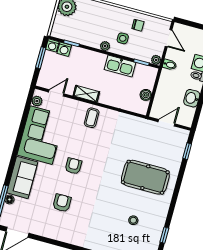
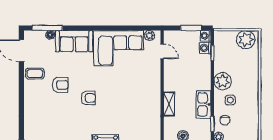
chair: (138, 25) -> (225, 120), moved
plant: (105, 46) -> (223, 81), width x1.88, depth x1.88
shelving: (86, 94) -> (169, 104), moved
coffee table: (92, 118) -> (35, 74), moved
armchair: (73, 166) -> (88, 98), moved

